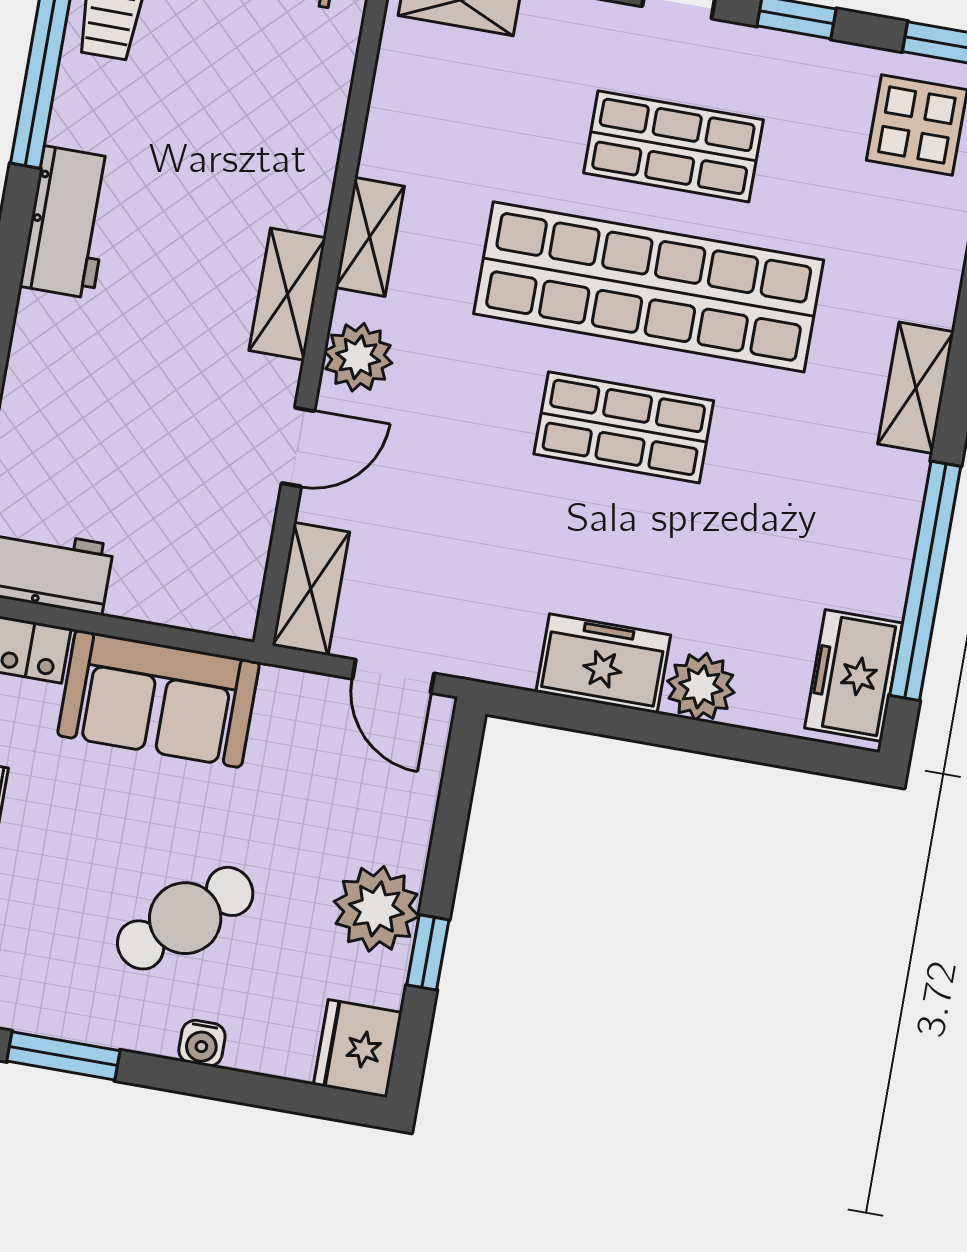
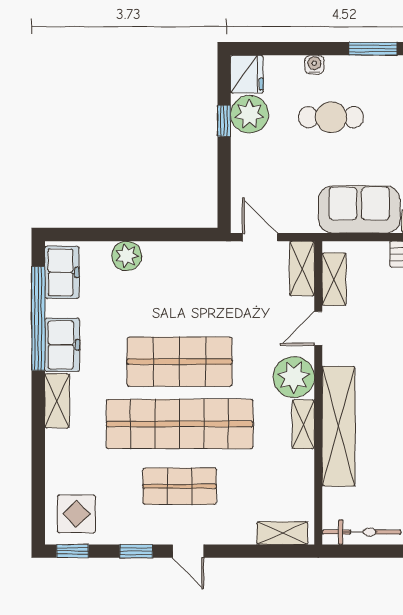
shelving: (287, 294) -> (339, 426), width x2.20, depth x1.33
plant: (358, 357) -> (294, 377), width x1.36, depth x1.36
shop shelf: (624, 427) -> (180, 362), width x1.43, depth x1.36
shelving: (243, 552) -> (334, 279), added
freezer: (603, 664) -> (62, 345), moved, turned -90
plant: (376, 909) -> (249, 114), moved
cafe table: (185, 918) -> (331, 117), turned 41

